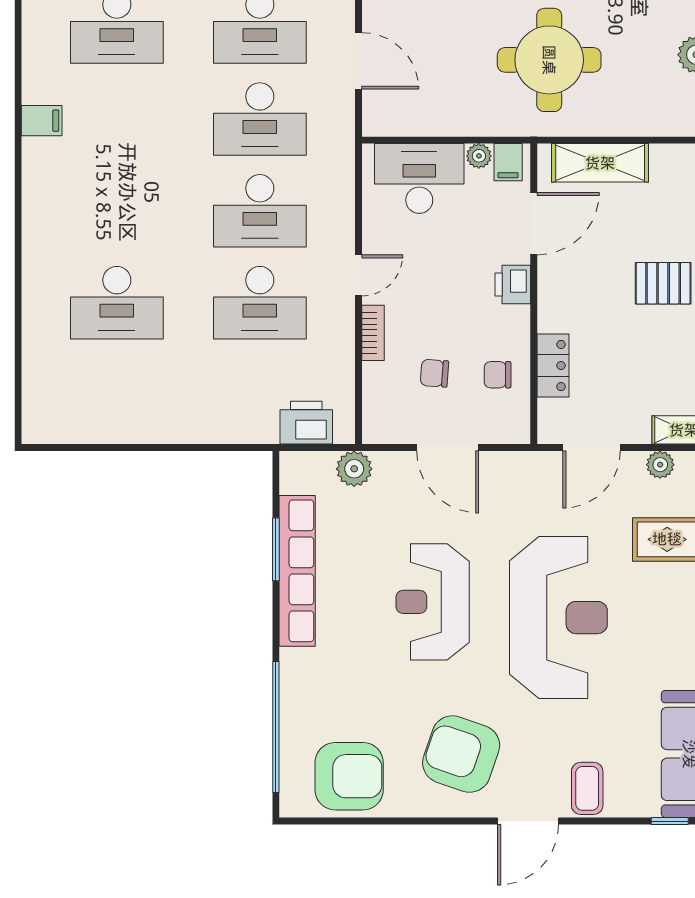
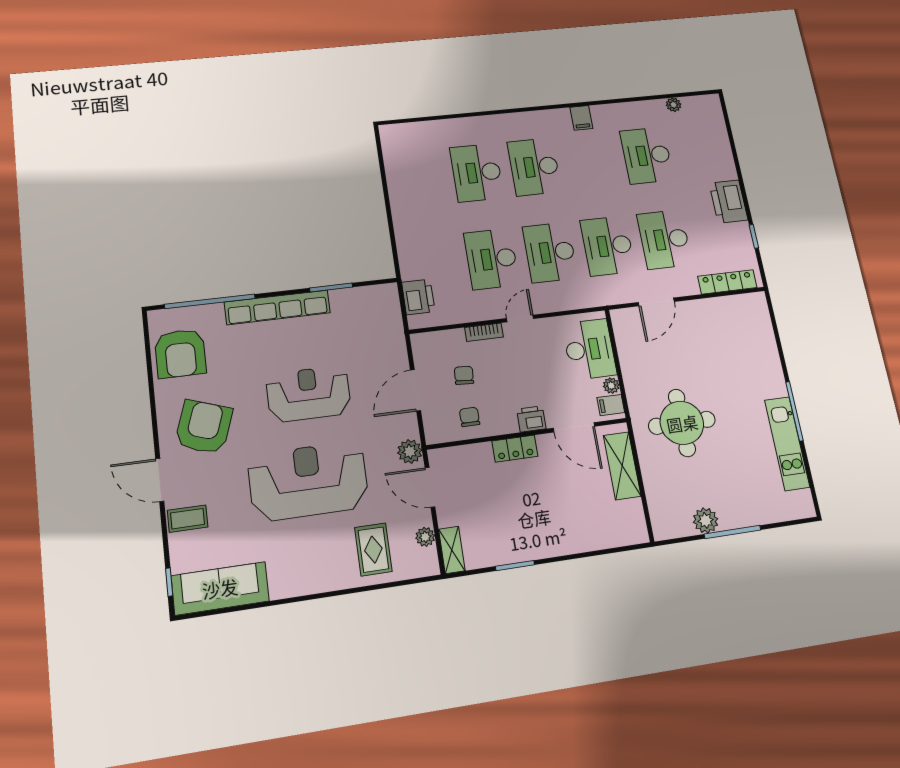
desk: (117, 211) -> (534, 167), added
door: (359, 275) -> (520, 318), swing flipped
pallet: (663, 283) -> (550, 520), removed
locker: (553, 366) -> (515, 449), moved
plant: (354, 469) -> (410, 451), moved
row of seats: (297, 571) -> (277, 307), moved
reception desk: (558, 618) -> (308, 481), turned 180

